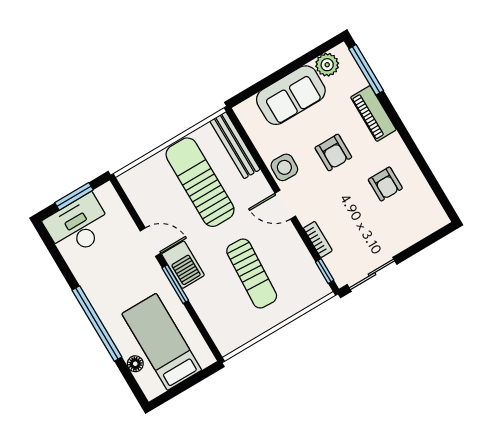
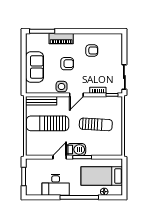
plant: (327, 65) -> (31, 45), removed
desk: (78, 226) -> (56, 185), moved, turned -90

